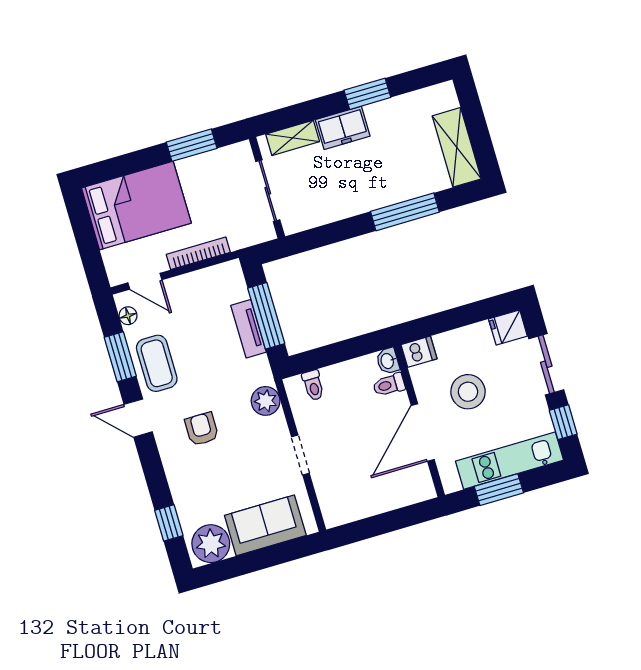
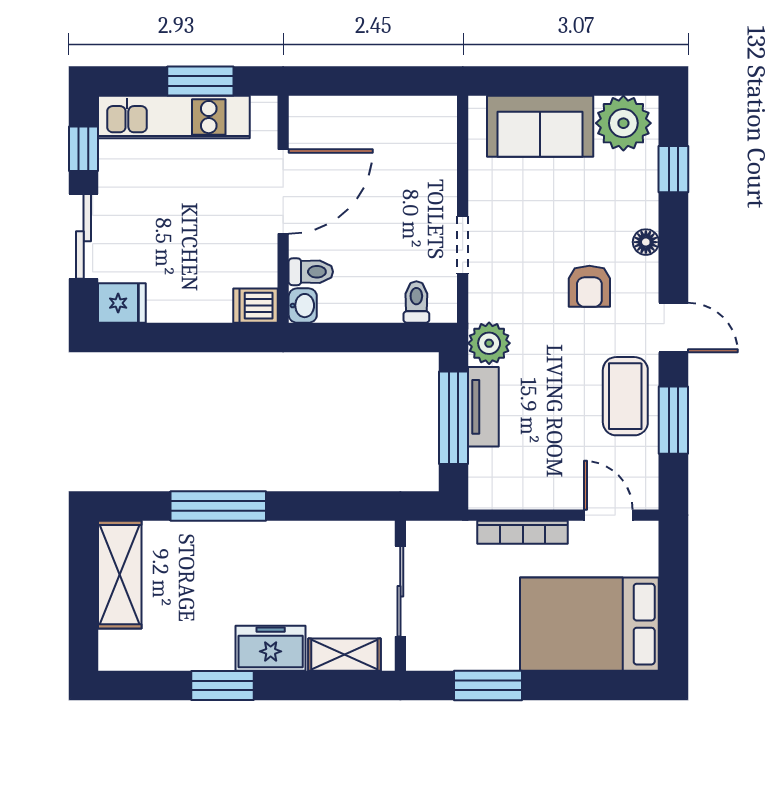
floor lamp: (128, 316) -> (646, 242), moved
stool: (468, 392) -> (204, 230), removed
plant: (266, 401) -> (489, 343), moved
doorway: (300, 455) -> (463, 245), moved

